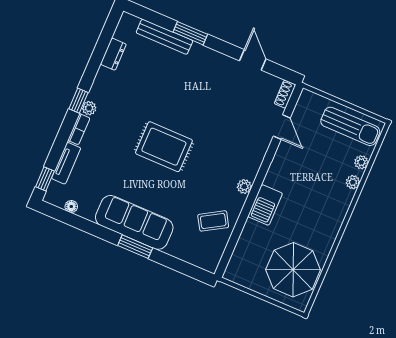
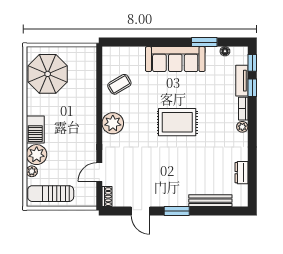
window: (190, 33) -> (177, 211), moved
window: (78, 101) -> (252, 88), moved
door: (282, 127) -> (99, 172), hinge flipped
plant: (353, 182) -> (37, 155), width x1.87, depth x1.87
plant: (244, 187) -> (113, 123), width x1.87, depth x1.87
barbecue: (265, 205) -> (35, 130), moved, turned 180
window: (135, 247) -> (204, 42), moved

